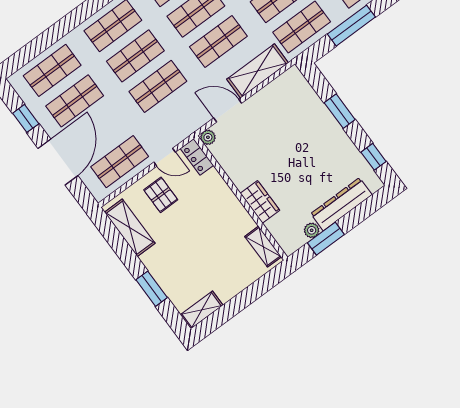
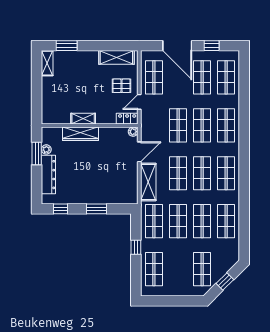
window: (351, 26) -> (136, 247), width x0.46
wardrobe: (260, 202) -> (80, 134), width x1.50
shelving: (263, 247) -> (83, 119), moved
window: (152, 289) -> (67, 46), moved

